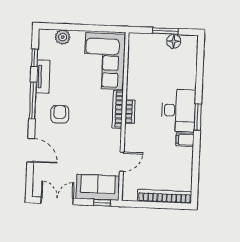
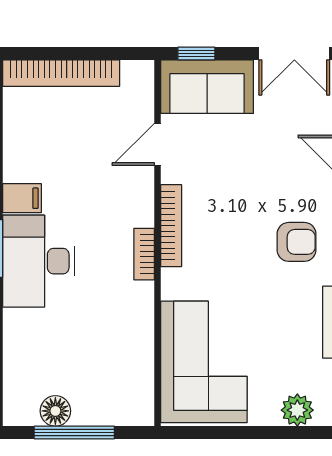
window: (165, 31) -> (74, 433), width x1.44
bookcase: (118, 109) -> (171, 226), moved
armchair: (60, 114) -> (296, 242), turned -88

